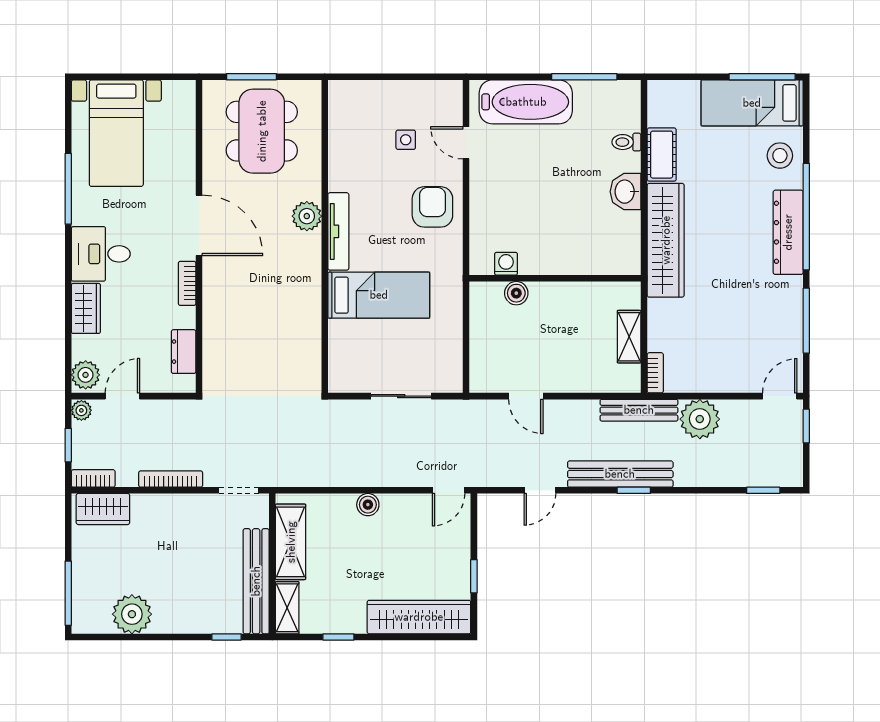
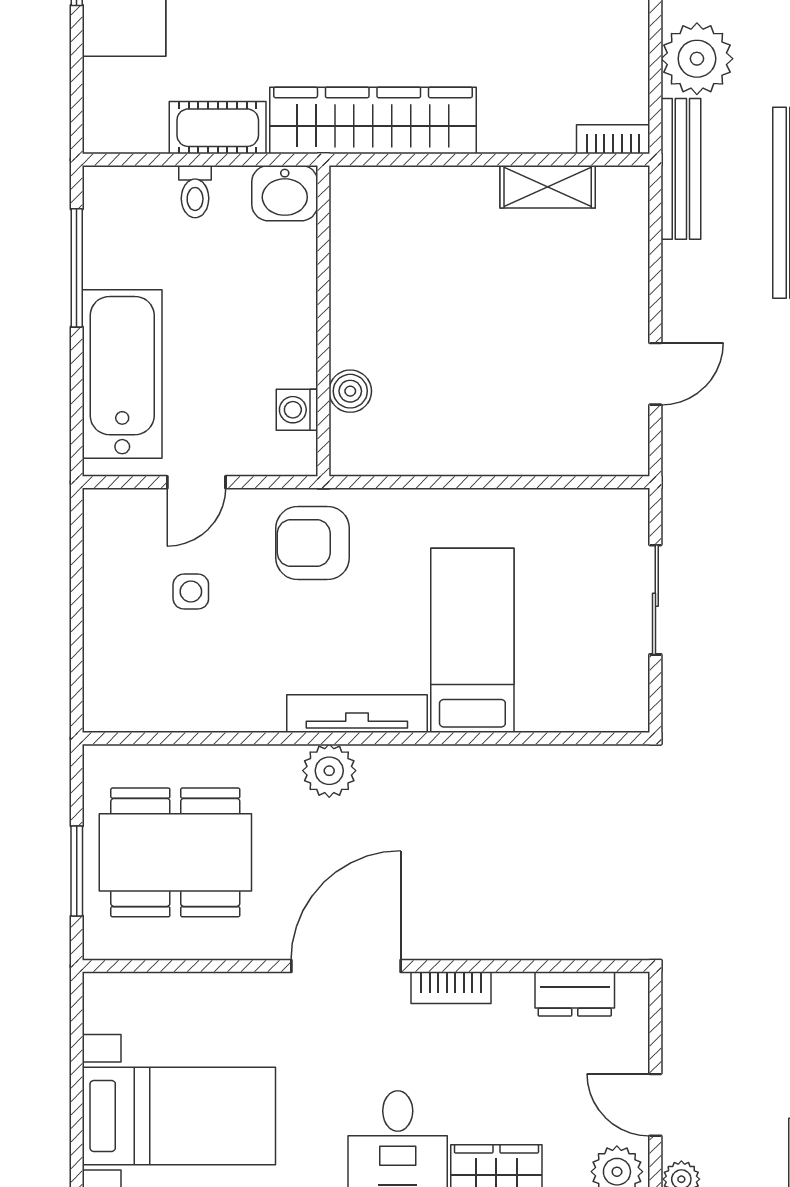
washing machine: (506, 264) -> (297, 410), moved
wall: (555, 278) -> (323, 321), moved
boiler: (516, 293) -> (350, 391), moved

